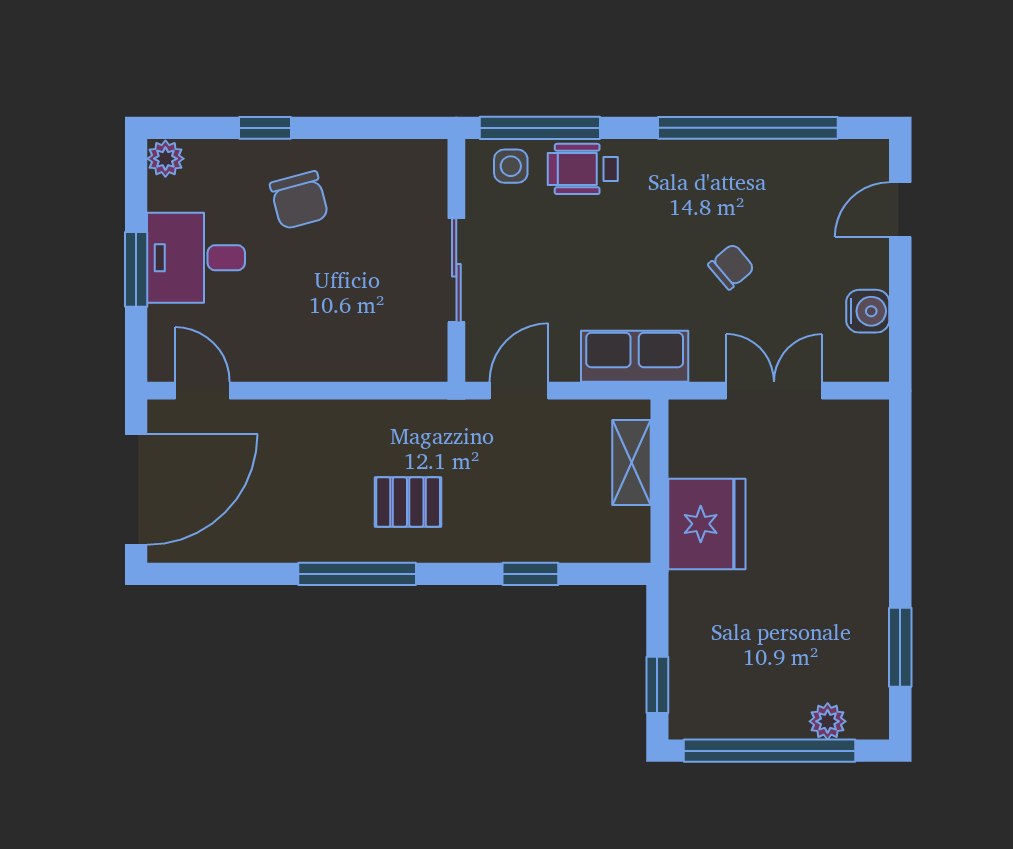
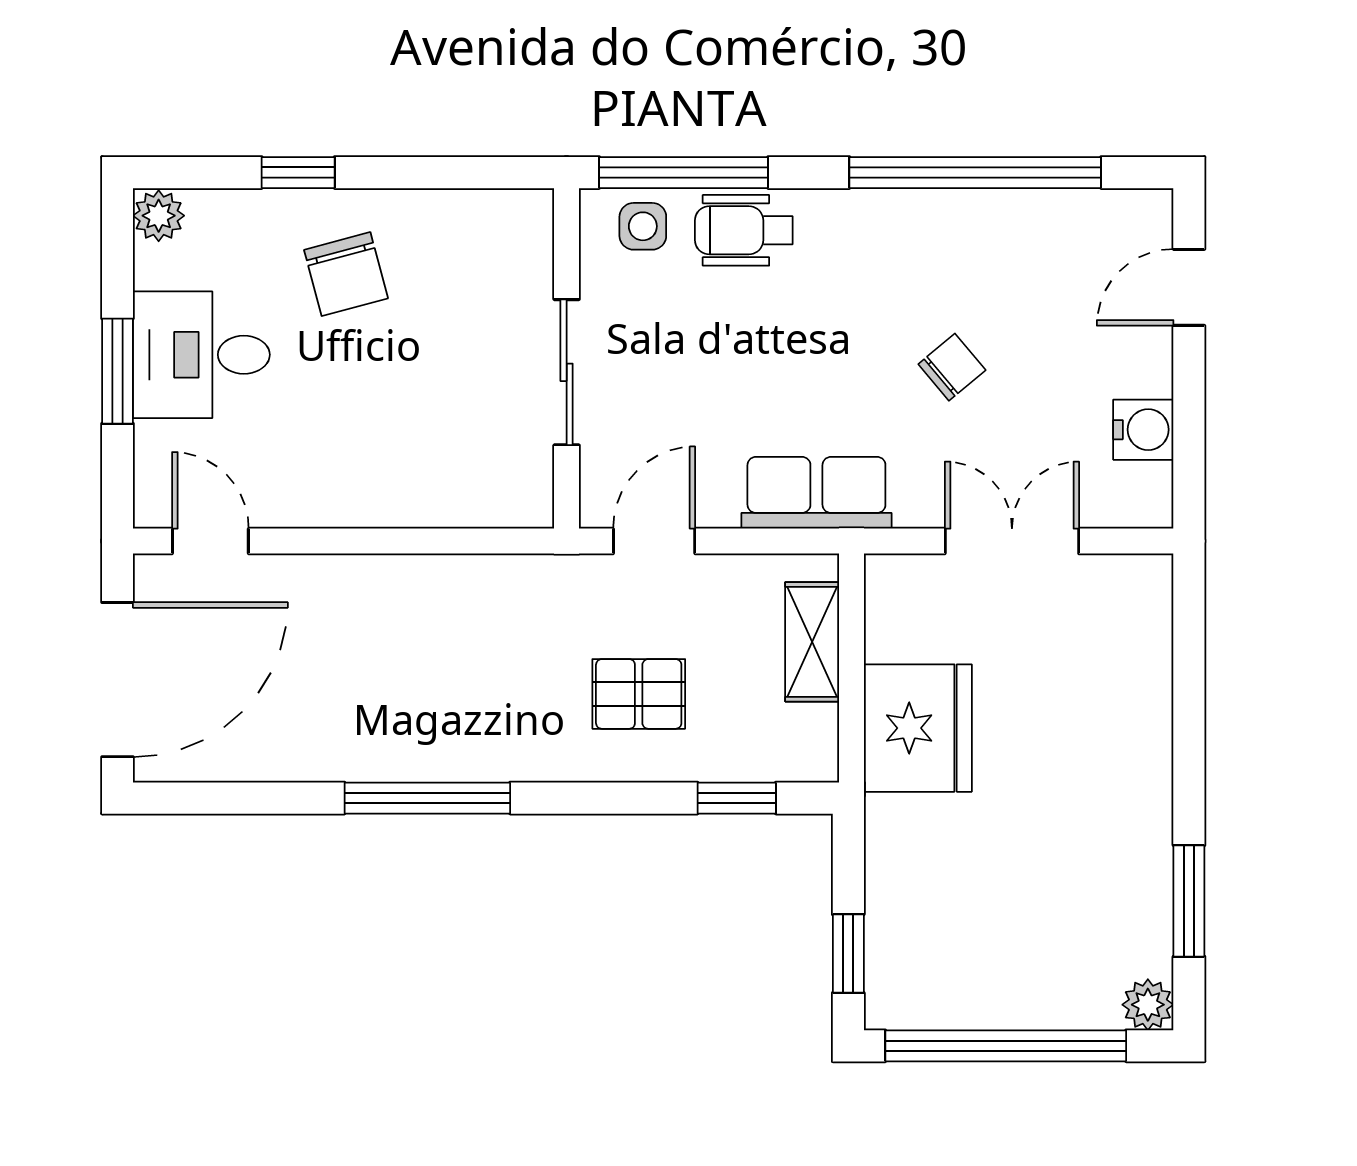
pallet: (408, 502) -> (639, 694), moved
window: (530, 574) -> (737, 798), moved
plant: (828, 721) -> (1148, 1005), moved

